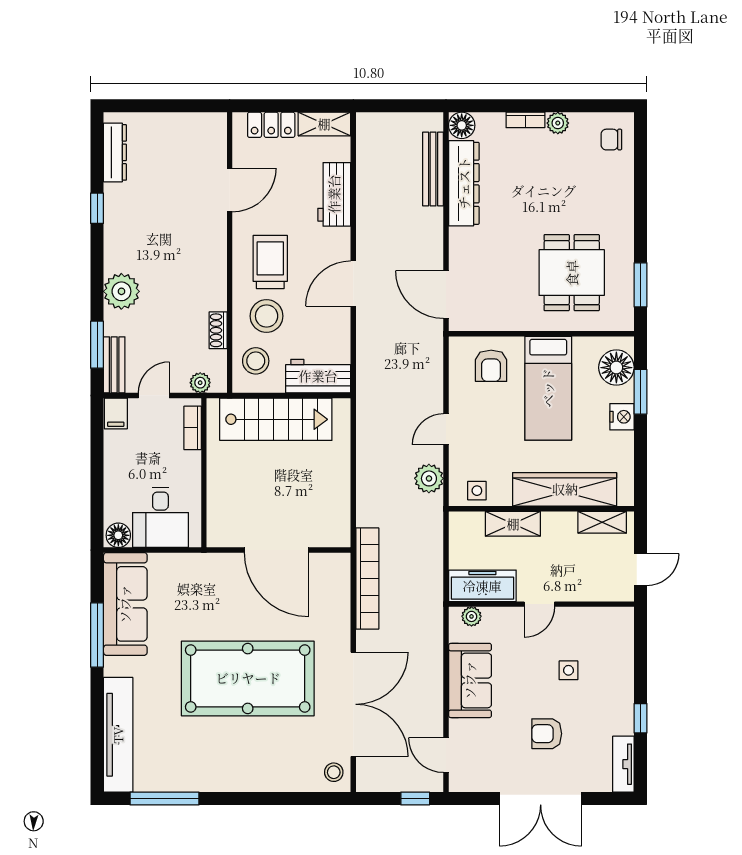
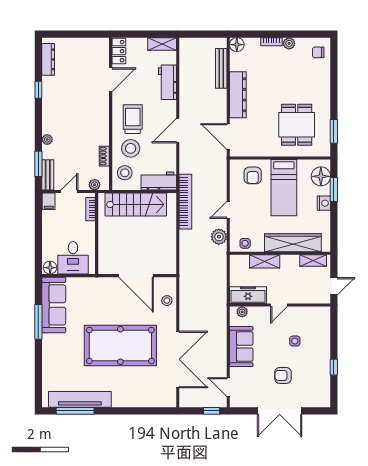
locker: (271, 125) -> (119, 51), moved, turned -90
dresser: (464, 183) -> (238, 95), moved
plant: (121, 291) -> (47, 140), width x0.53, depth x0.53
bookcase: (367, 578) -> (185, 202), moved
tv unit: (118, 735) -> (80, 399), moved, turned -90
tv unit: (623, 764) -> (325, 392), removed
stool: (334, 772) -> (167, 301), moved

